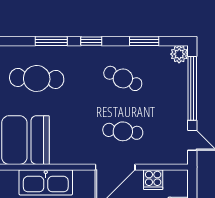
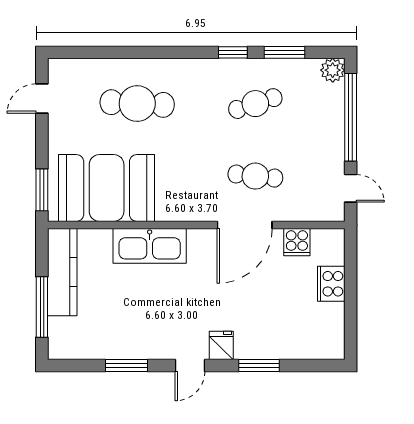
window: (51, 41) -> (157, 52), removed
window: (91, 41) -> (233, 52), moved
cafe table: (123, 78) -> (255, 104), turned -42

